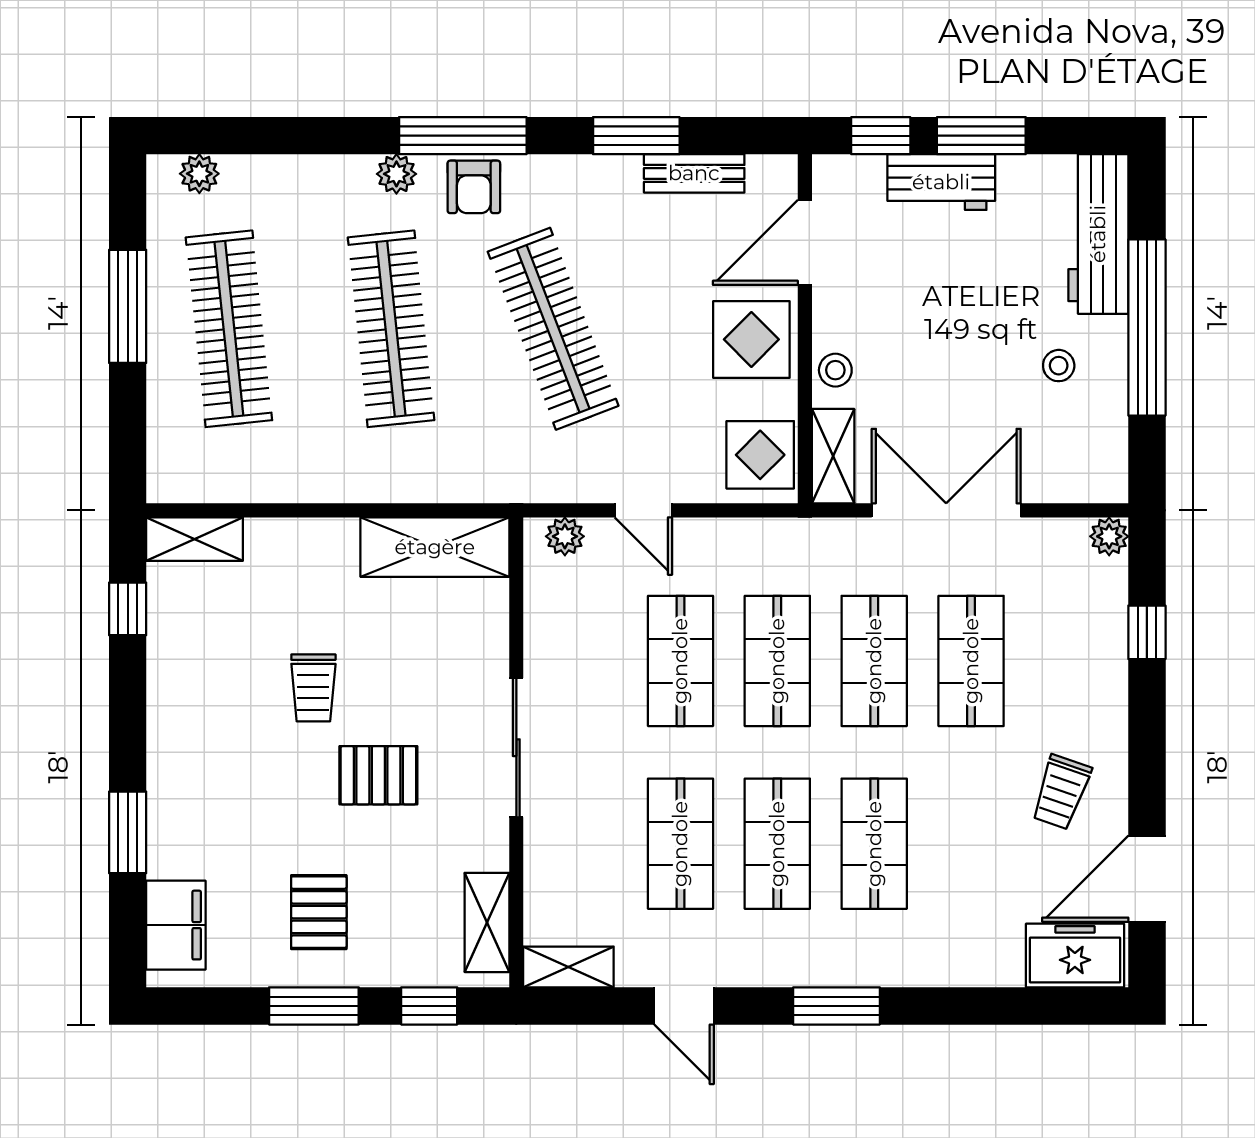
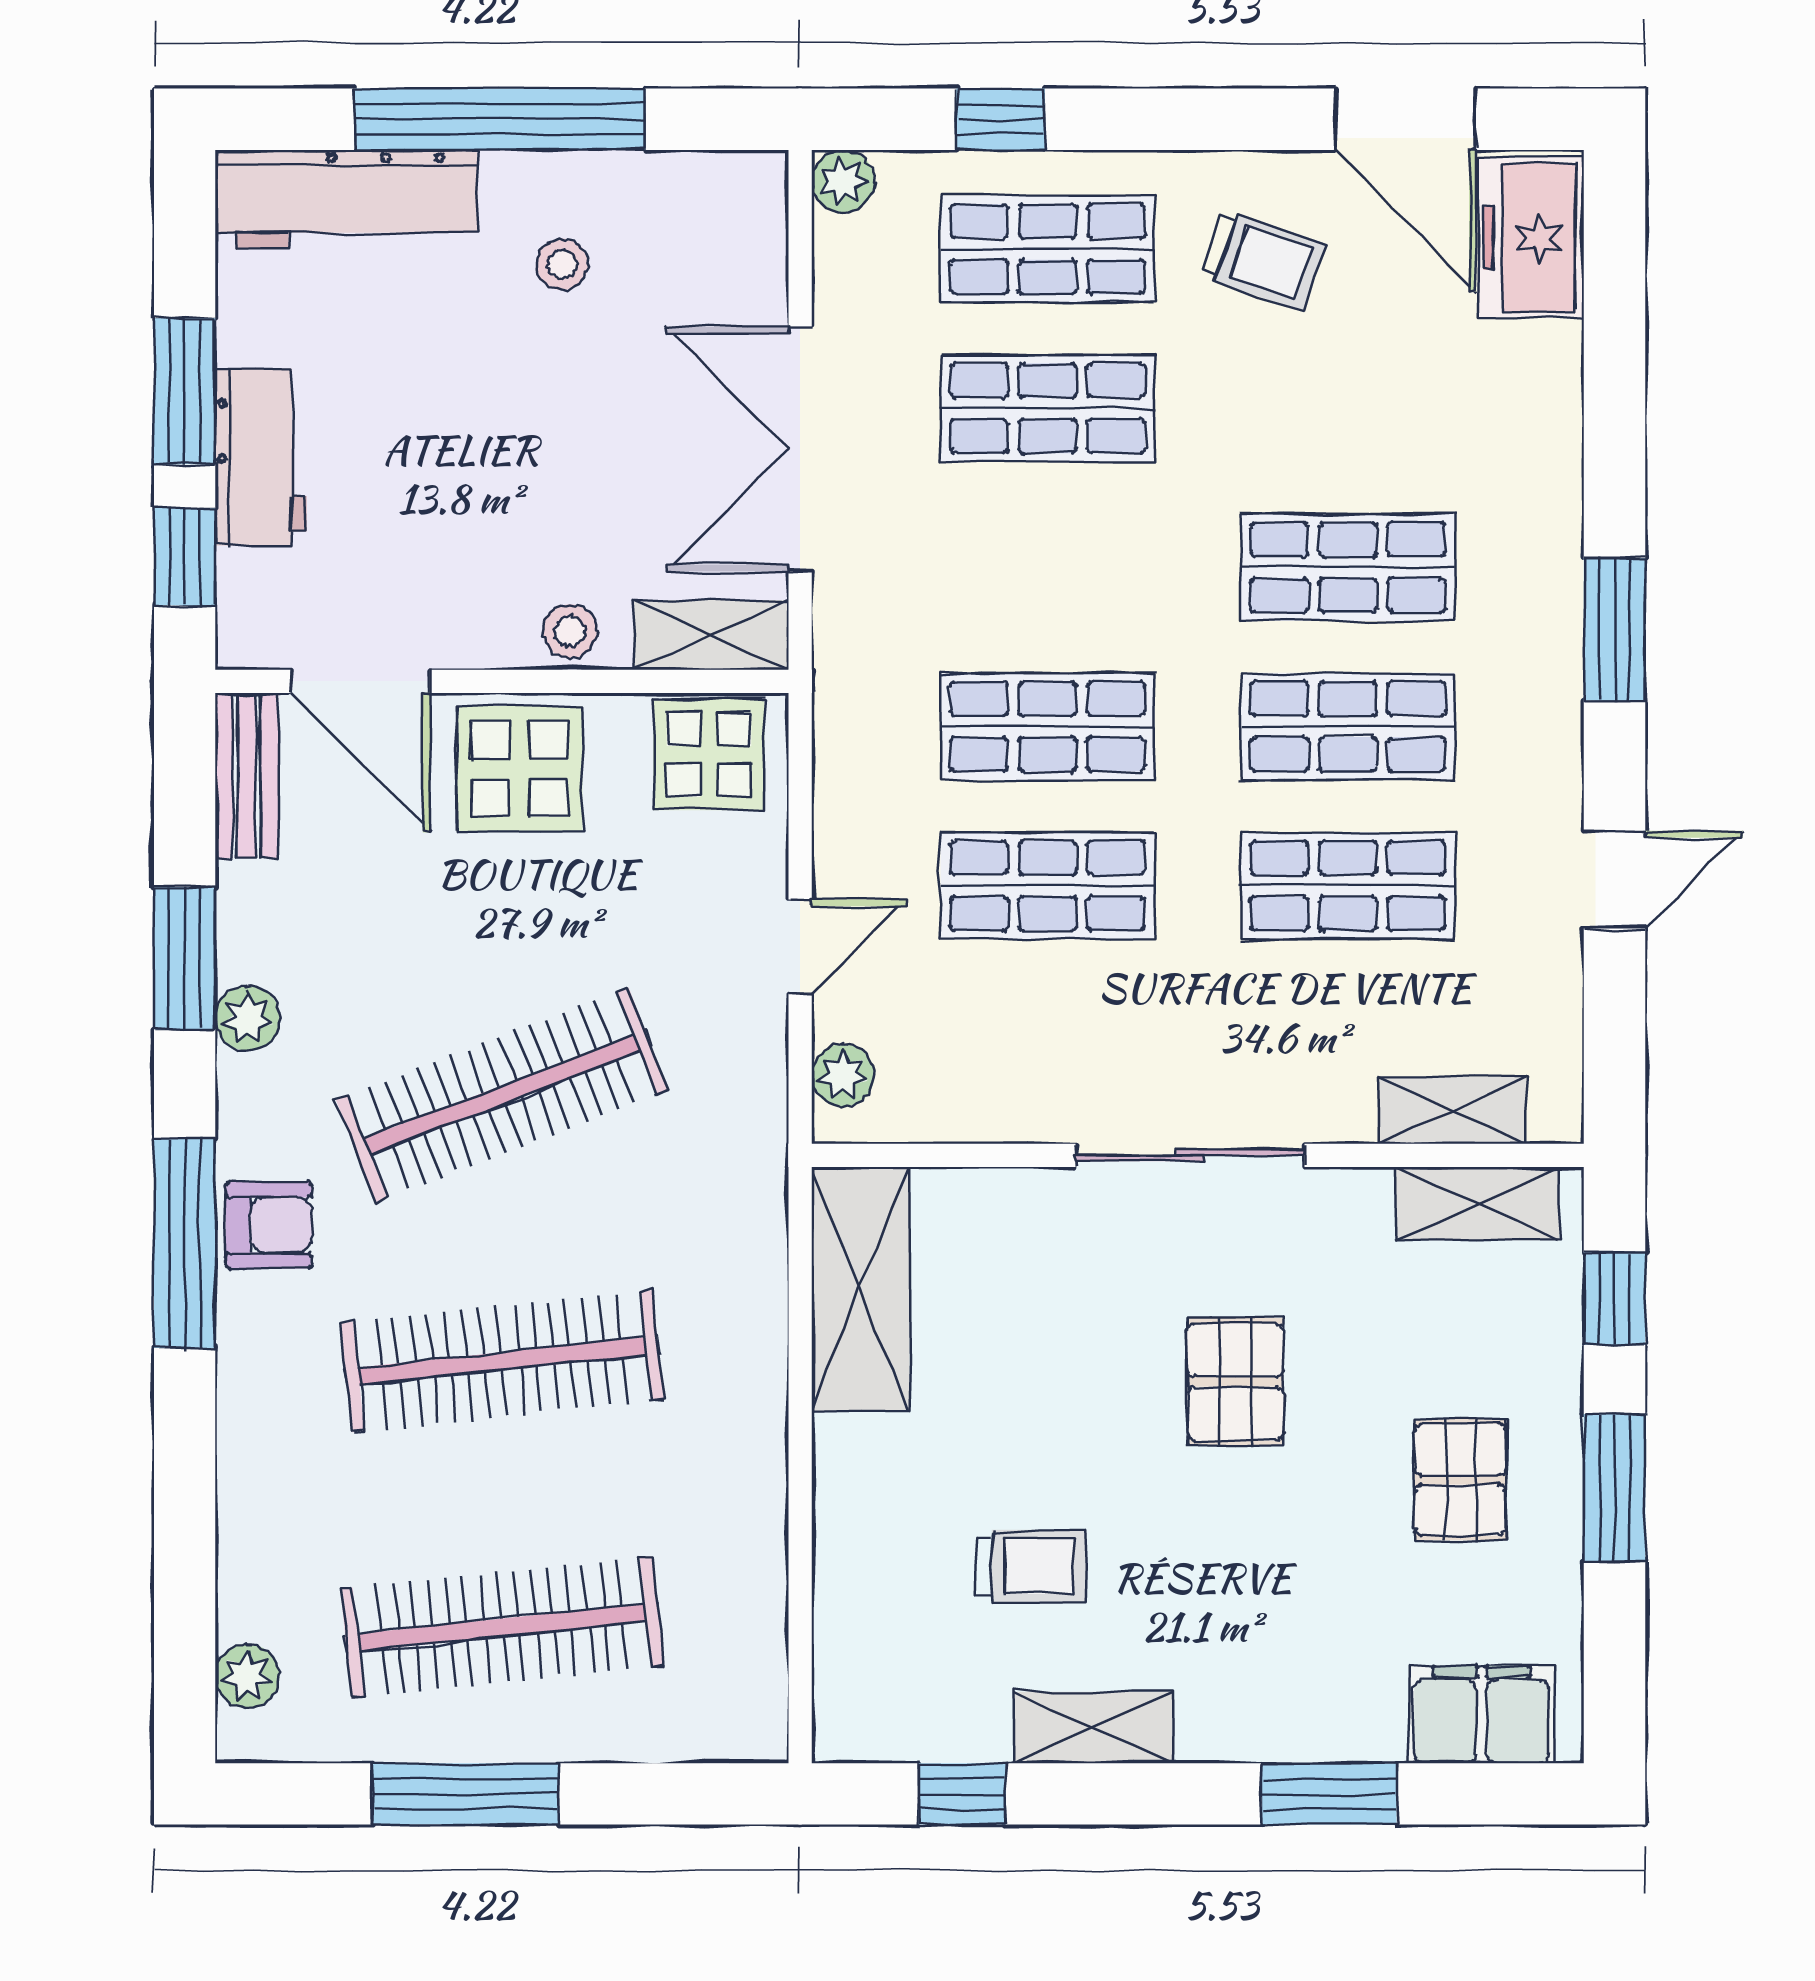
bench: (694, 173) -> (247, 775), moved
plant: (396, 174) -> (248, 1018), moved
shelving: (195, 539) -> (1093, 1728), moved, turned 90
shop shelf: (874, 661) -> (1048, 249), moved
trolley: (313, 688) -> (1031, 1566), moved
pallet: (319, 912) -> (1460, 1480), turned 90
shelving: (568, 967) -> (1452, 1110), moved, turned 90

